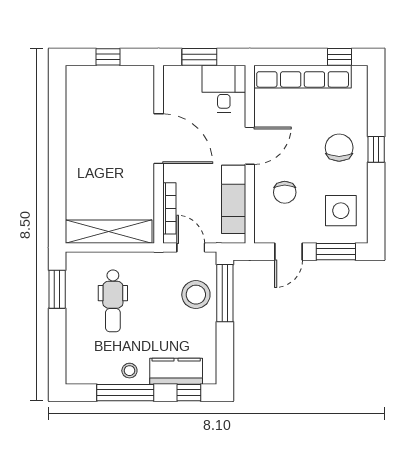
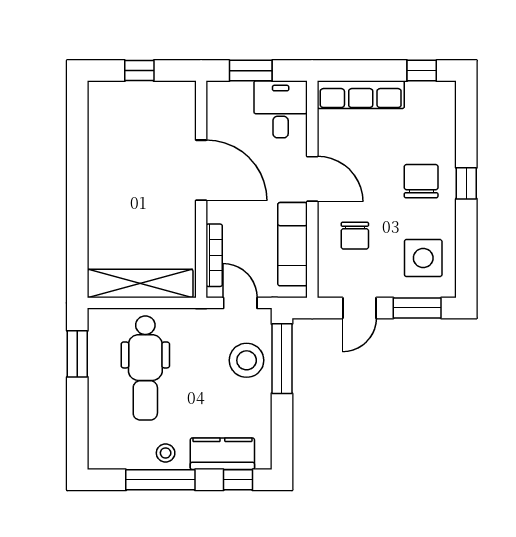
row of seats: (303, 77) -> (361, 95), width x0.73
door: (250, 146) -> (312, 179), hinge flipped
dental chair: (113, 301) -> (145, 368), width x1.36, depth x1.38

